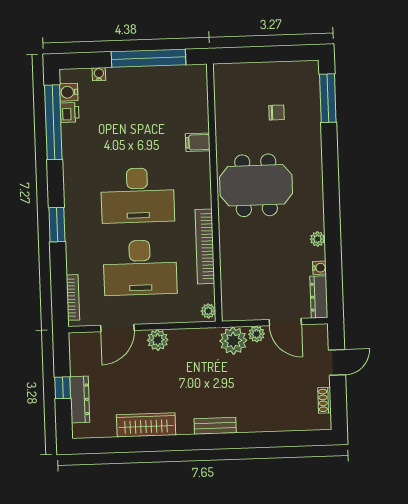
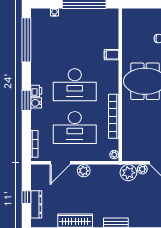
water cooler: (69, 92) -> (36, 103), moved
printer: (70, 112) -> (36, 91), moved

